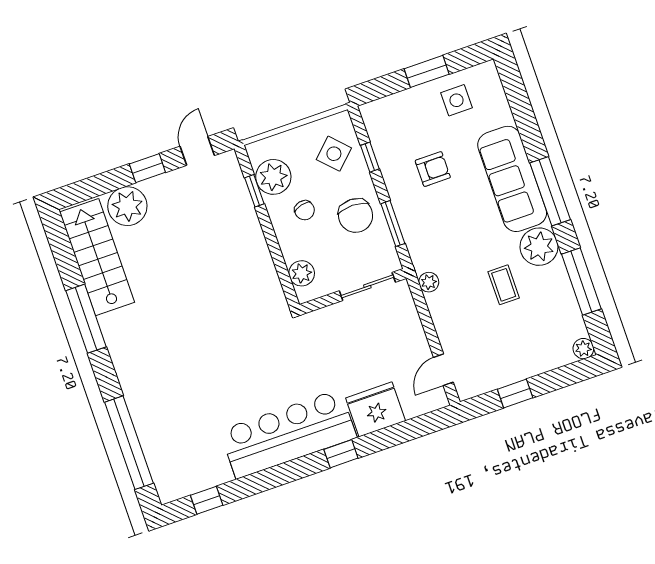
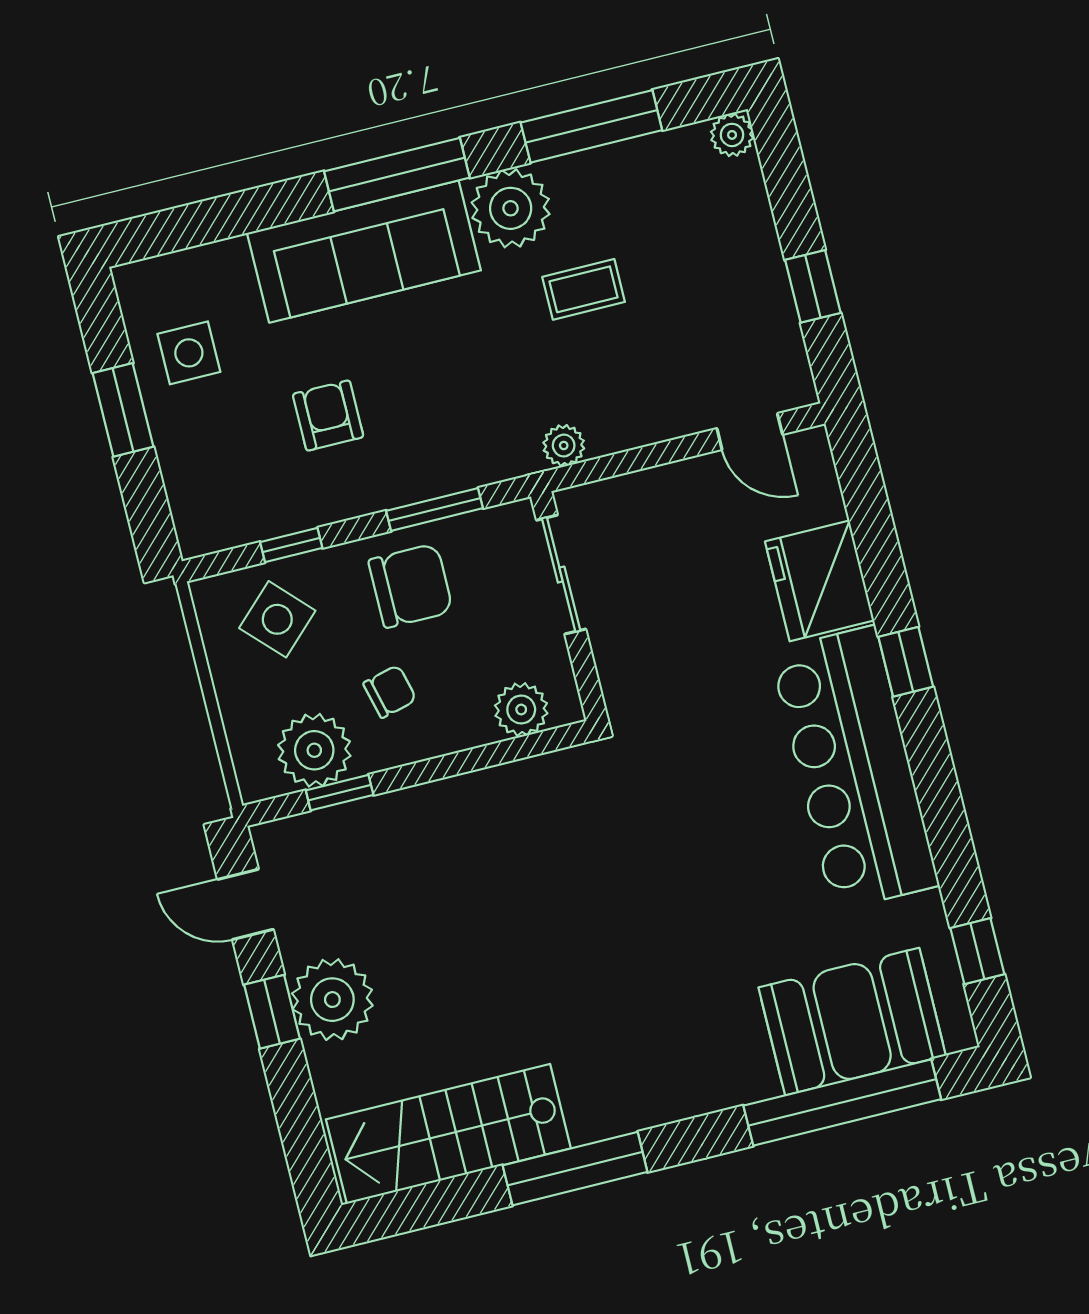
plant: (127, 206) -> (332, 1000), moved
booth: (168, 444) -> (852, 1022), added

